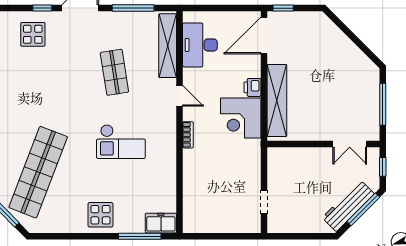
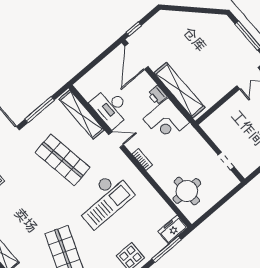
desk: (200, 45) -> (111, 108), moved
shop shelf: (114, 72) -> (62, 160), width x1.43, depth x1.36
checkout: (121, 142) -> (104, 200), width x1.36, depth x1.21
round table: (204, 199) -> (187, 191), added

